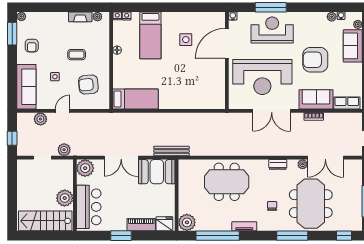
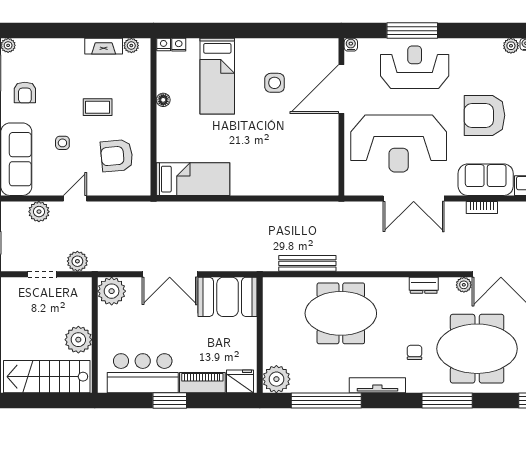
bench: (172, 151) -> (307, 263), moved
meeting table: (311, 204) -> (477, 349), turned 90
bar counter: (89, 207) -> (143, 373), moved, turned -90
tv unit: (244, 226) -> (377, 385), width x1.41

